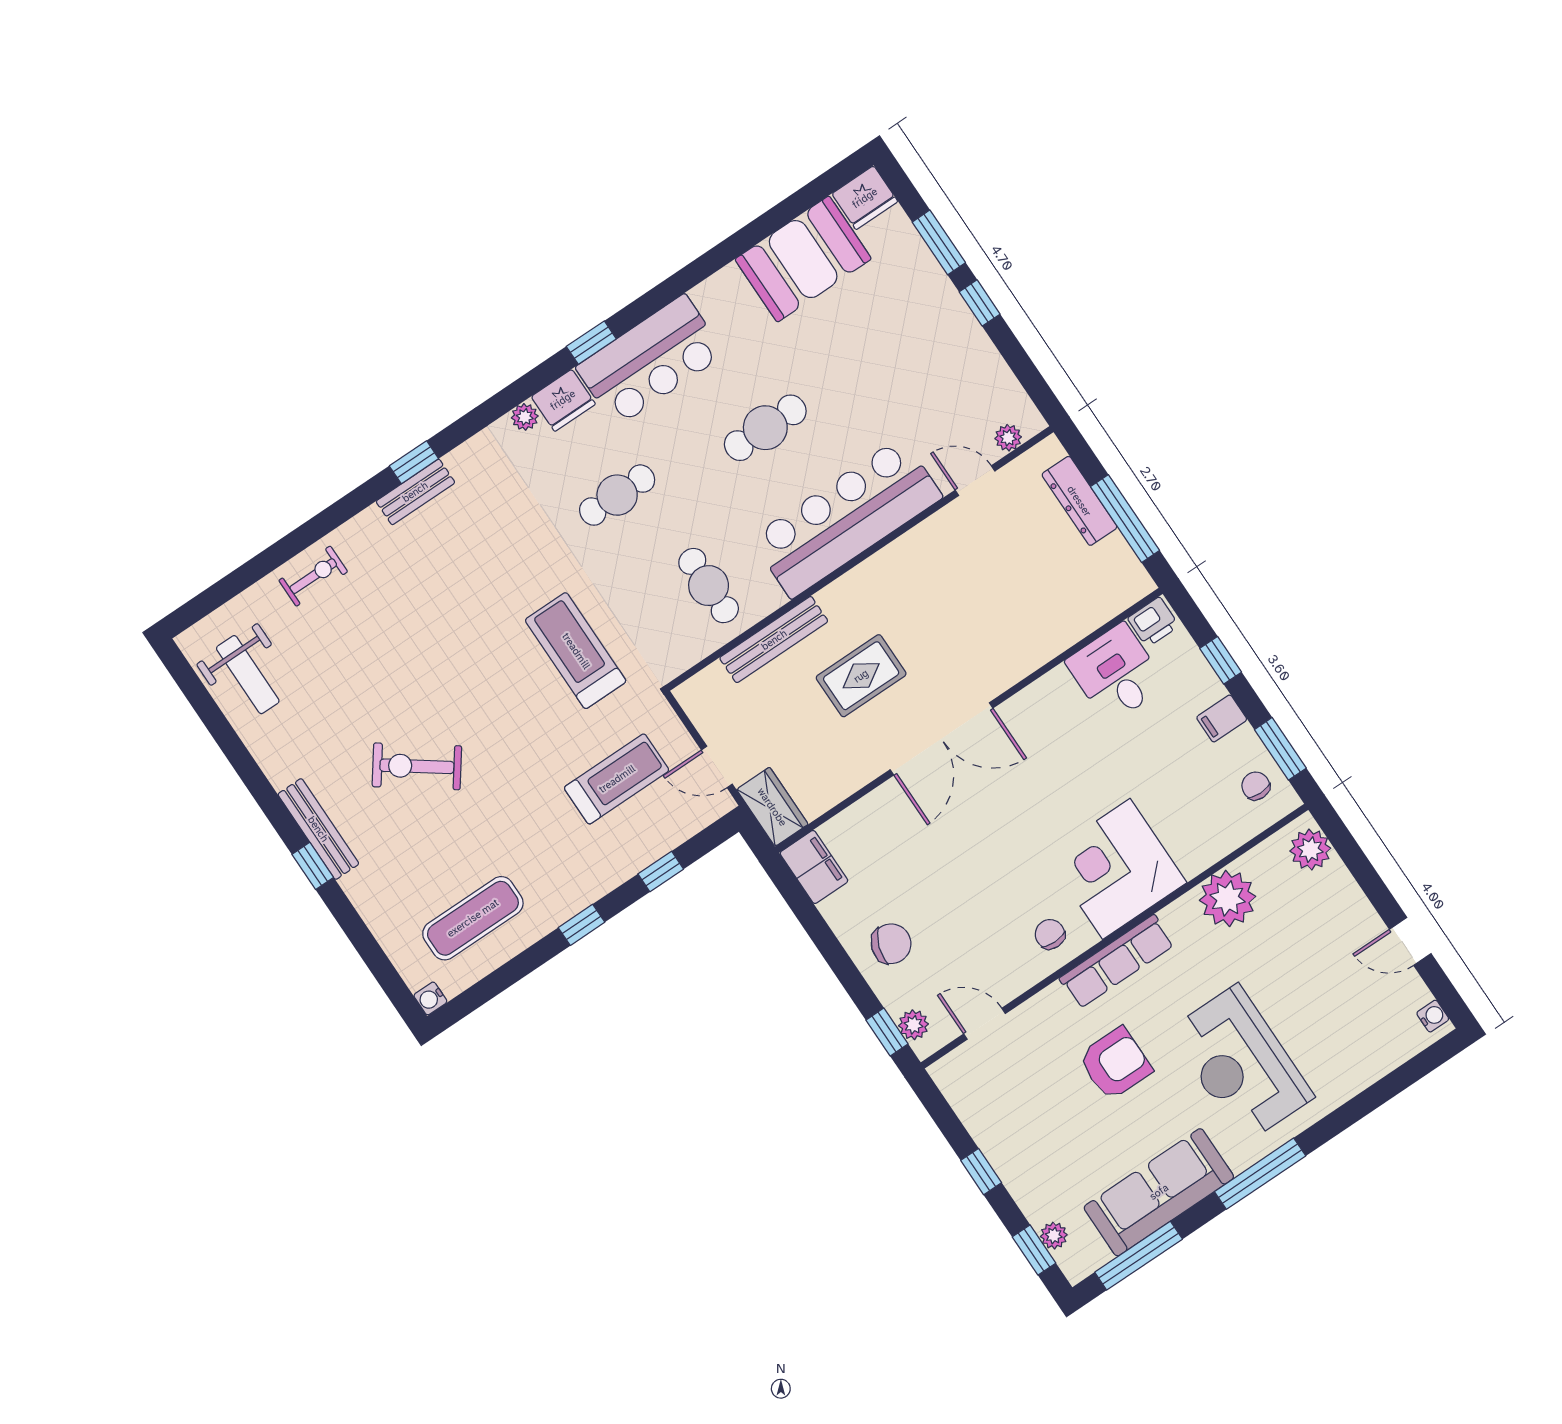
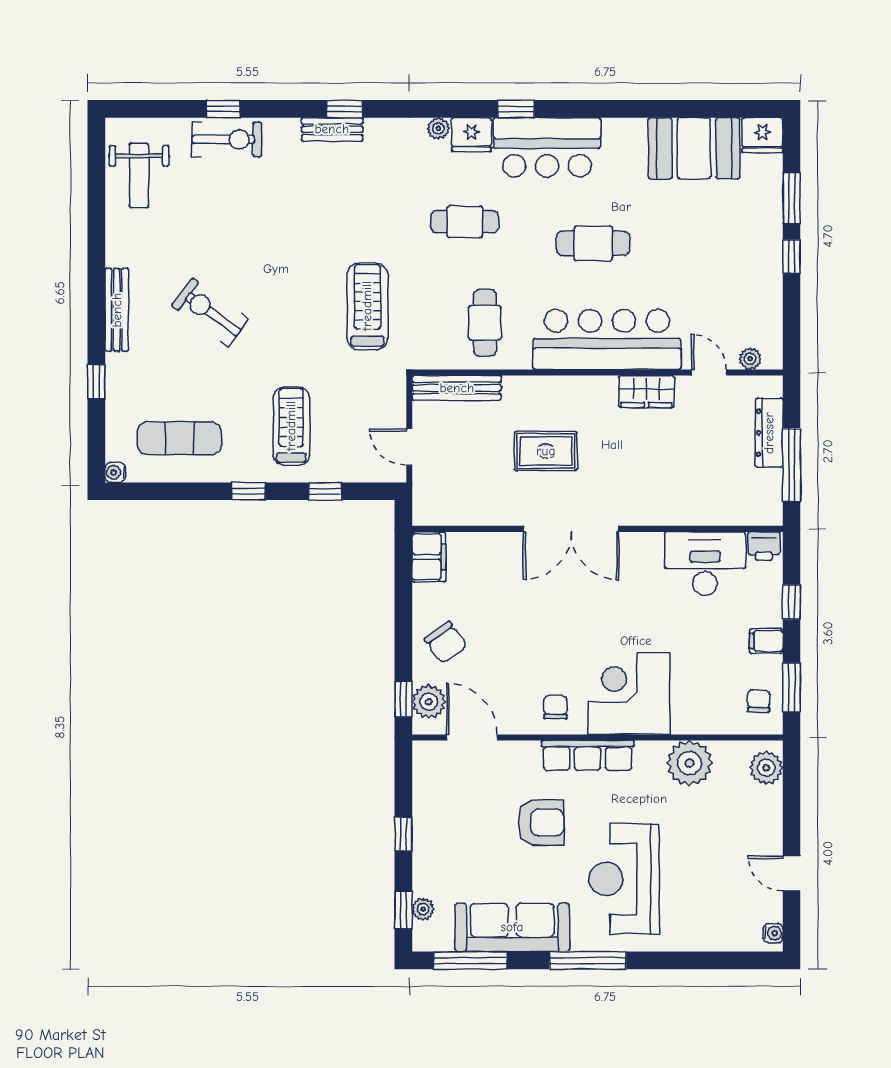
window: (289, 547) -> (223, 109), added
exercise bike: (313, 576) -> (227, 139), width x1.38, depth x1.39
bench: (774, 640) -> (457, 388), moved
desk: (1116, 673) -> (705, 564), width x1.37
treadmill: (617, 779) -> (291, 426), moved, turned -90
wardrobe: (772, 807) -> (646, 391), moved, turned 90
window: (313, 866) -> (96, 382), moved
chair: (891, 944) -> (446, 642), turned 35
door: (984, 1024) -> (472, 737), width x1.38
plant: (913, 1025) -> (429, 702), width x1.38, depth x1.38

